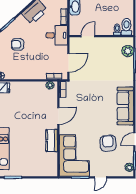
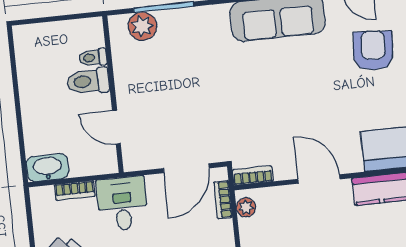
toilet: (126, 27) -> (88, 81), moved
door: (68, 63) -> (186, 168), swing flipped
armchair: (108, 143) -> (373, 51), turned 99

